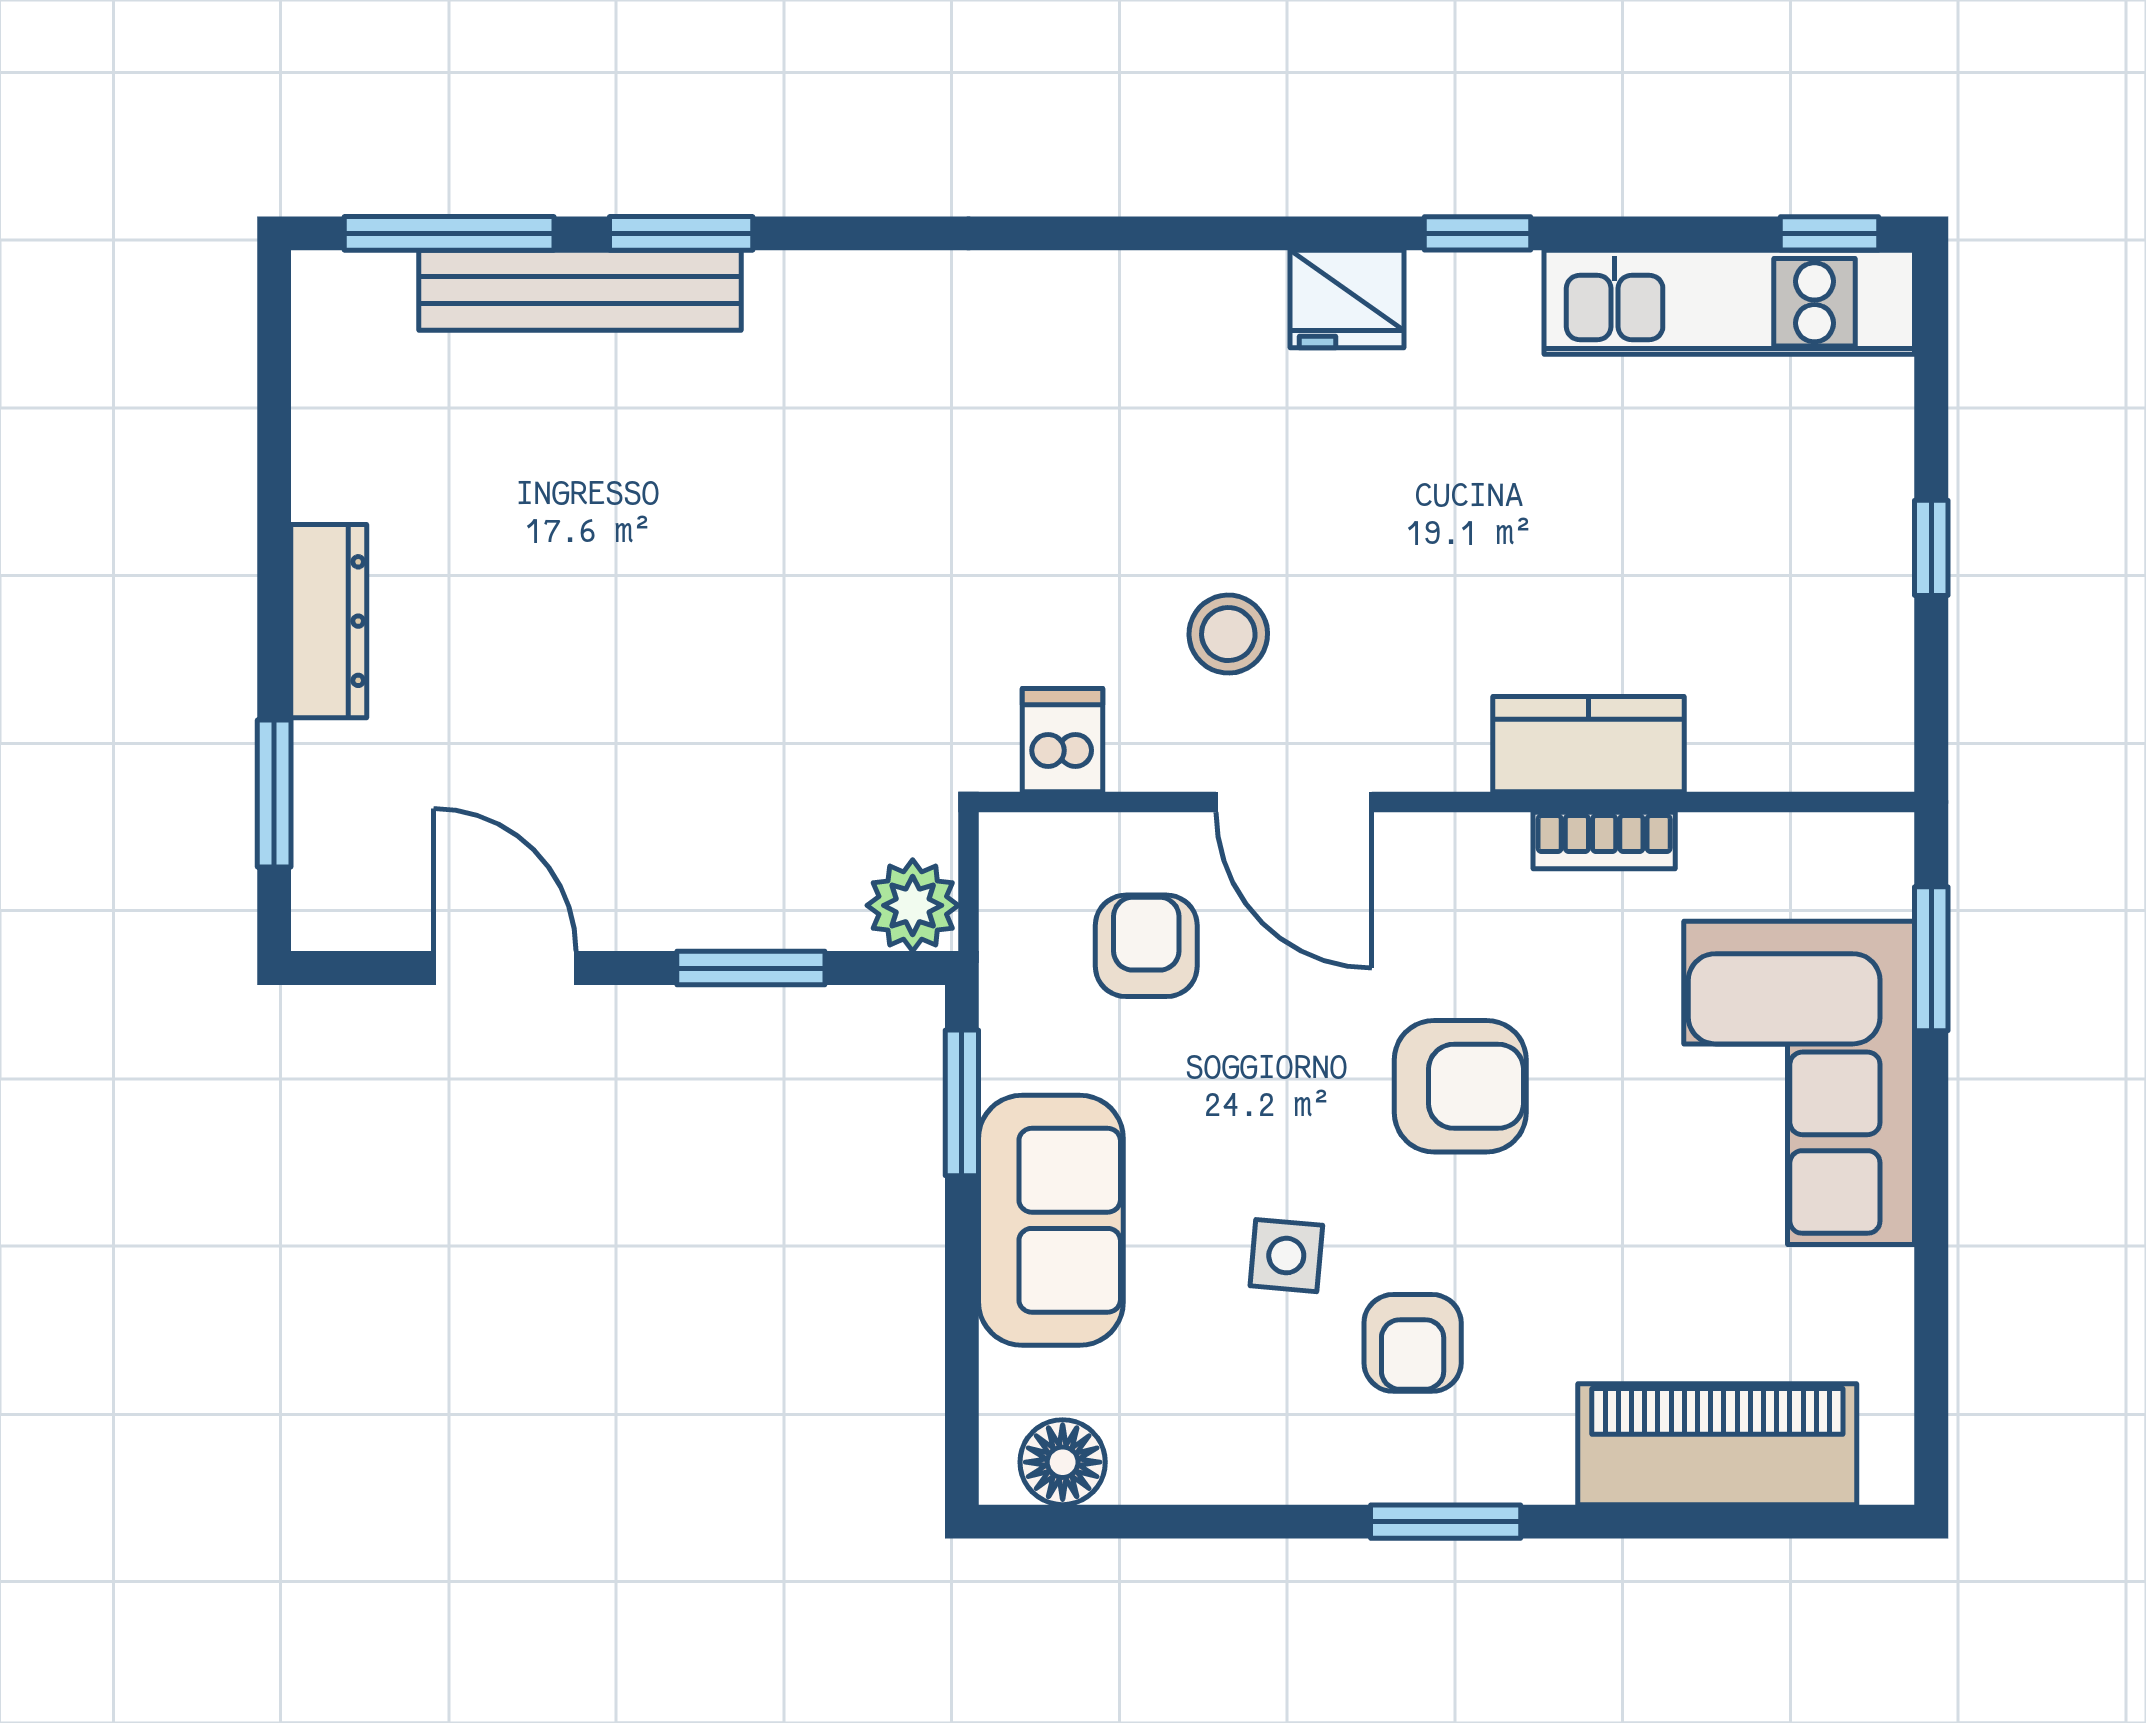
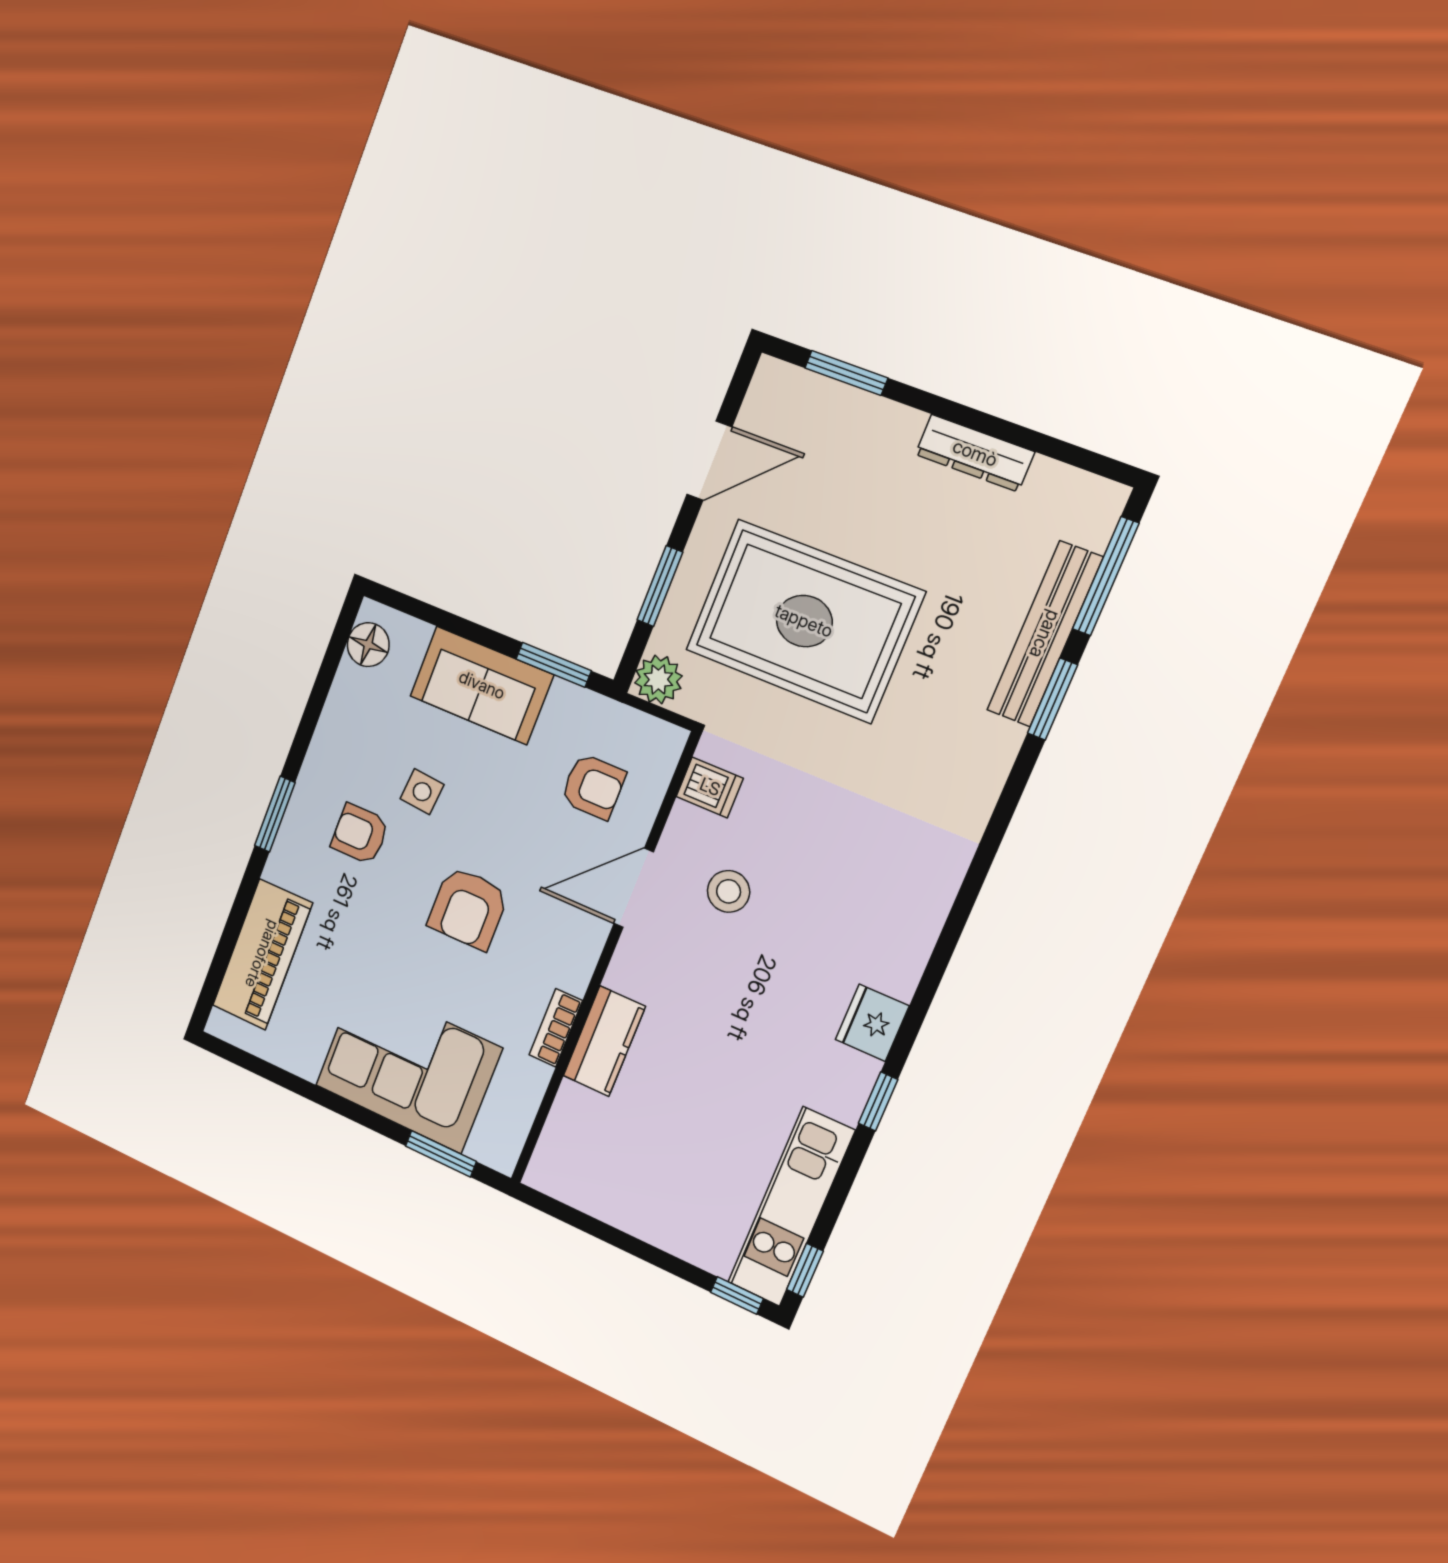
window: (1931, 548) -> (737, 1295), moved
dresser: (329, 621) -> (975, 453), moved
rug: (713, 694) -> (804, 621), added

